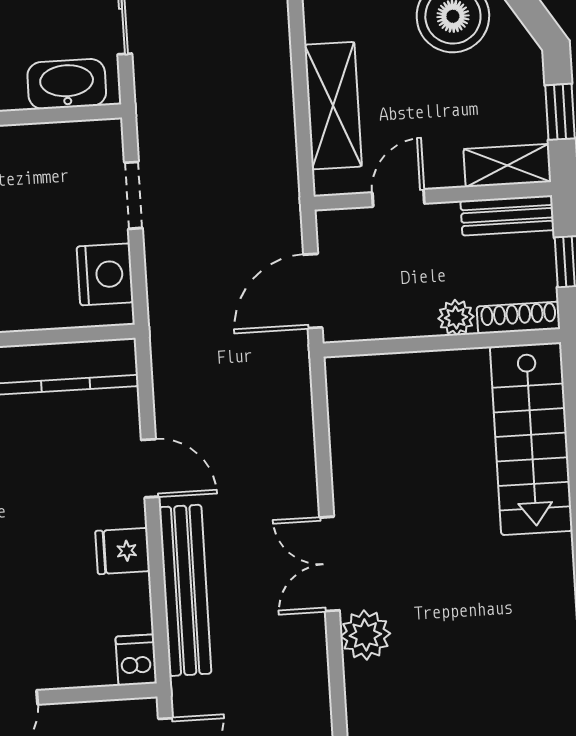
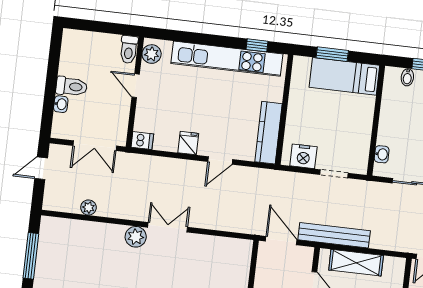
washbasin: (67, 84) -> (382, 154), width x0.52, depth x0.69
bench: (185, 590) -> (334, 235), moved

